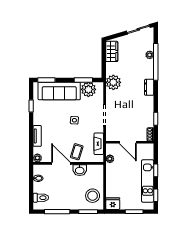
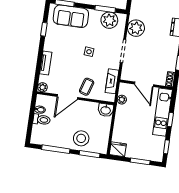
plant: (113, 82) -> (136, 28), moved
sofa: (59, 91) -> (71, 16), width x0.73
door: (61, 163) -> (67, 97), swing flipped
washbasin: (80, 170) -> (106, 110), moved
kitchen unit: (148, 181) -> (162, 112), moved
stool: (93, 196) -> (81, 138), moved
toilet: (41, 198) -> (42, 120), moved

